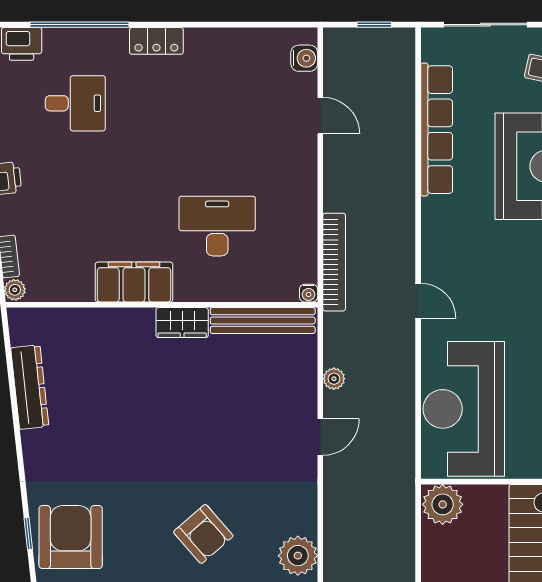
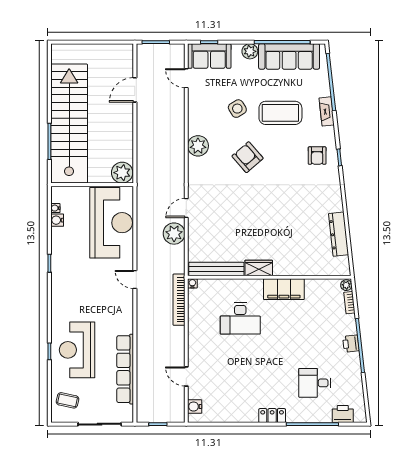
plant: (334, 379) -> (174, 234), width x1.87, depth x1.87
armchair: (71, 537) -> (317, 156), width x0.53, depth x0.53

